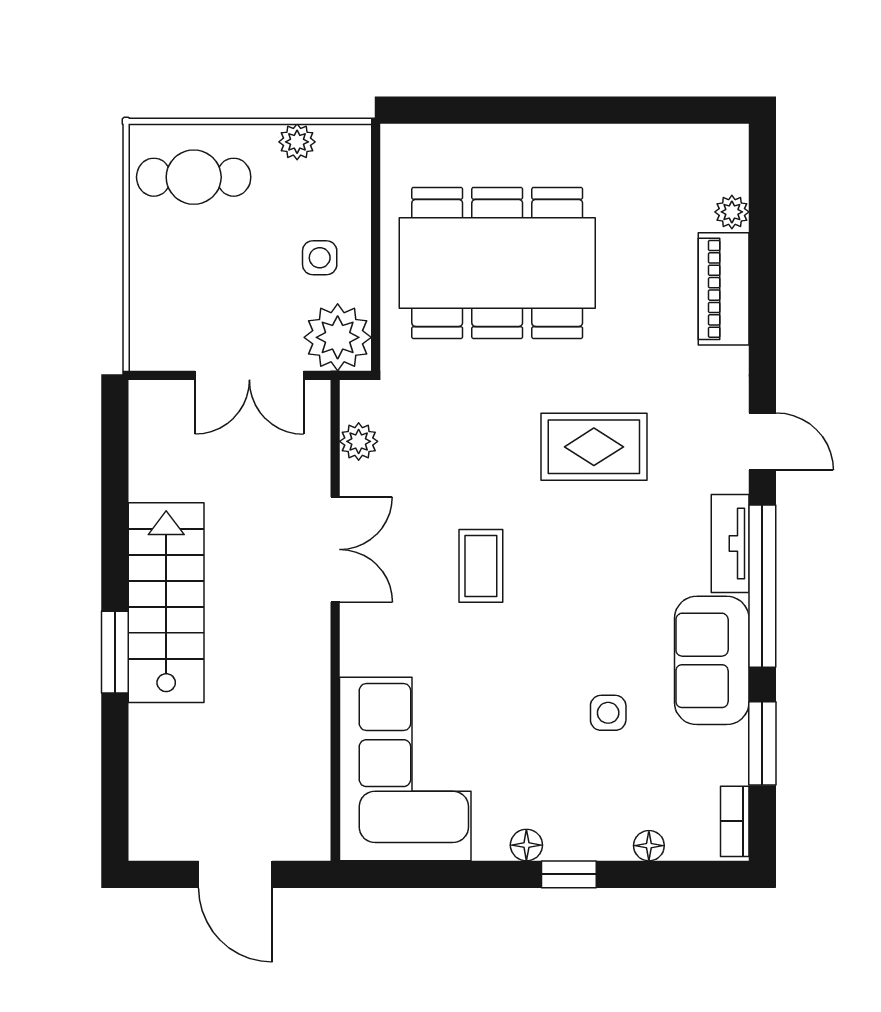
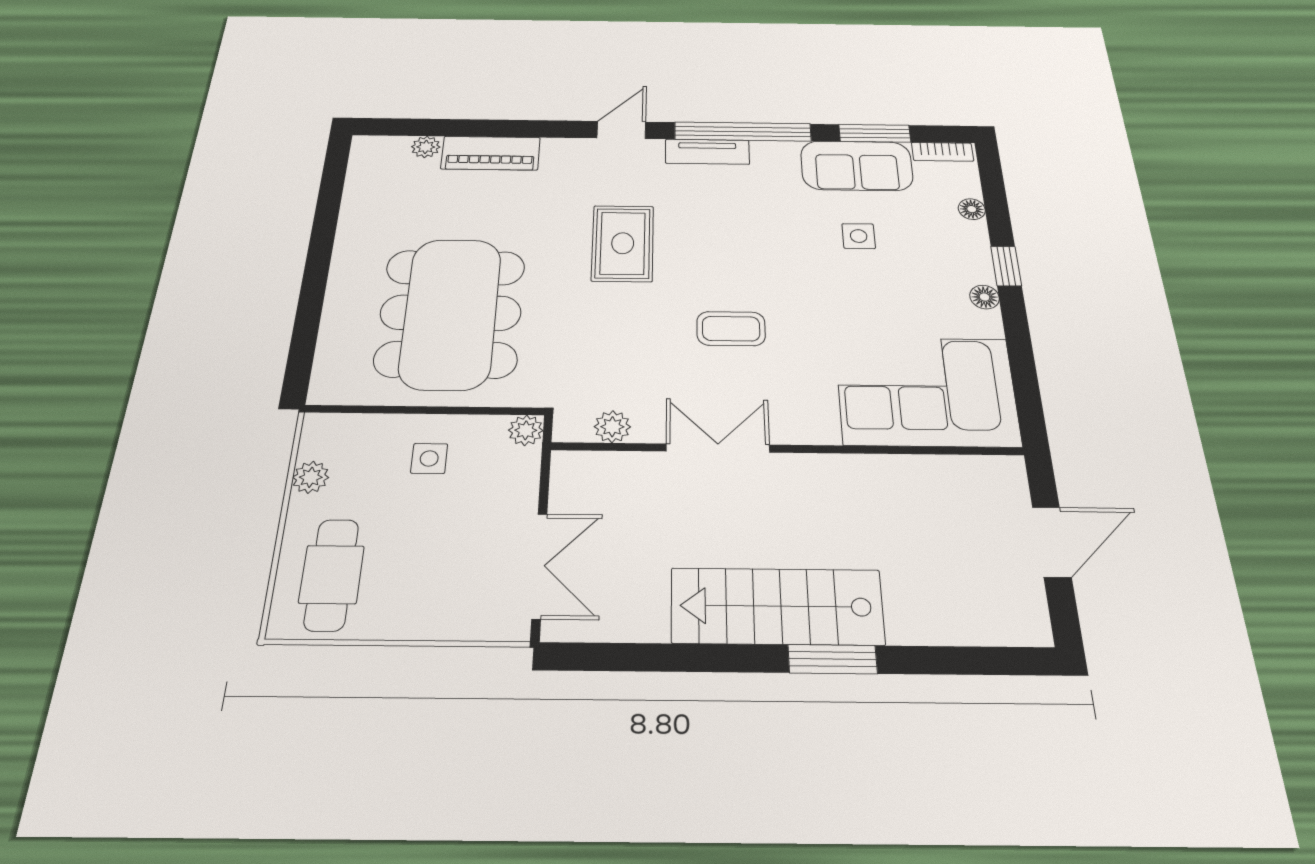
plant: (338, 337) -> (526, 430), width x0.53, depth x0.53
double door: (249, 375) -> (539, 566), moved
sofa: (712, 660) -> (857, 166), moved

